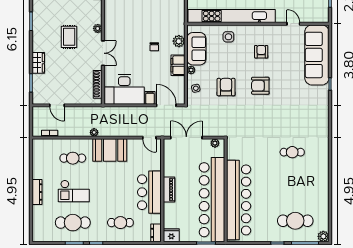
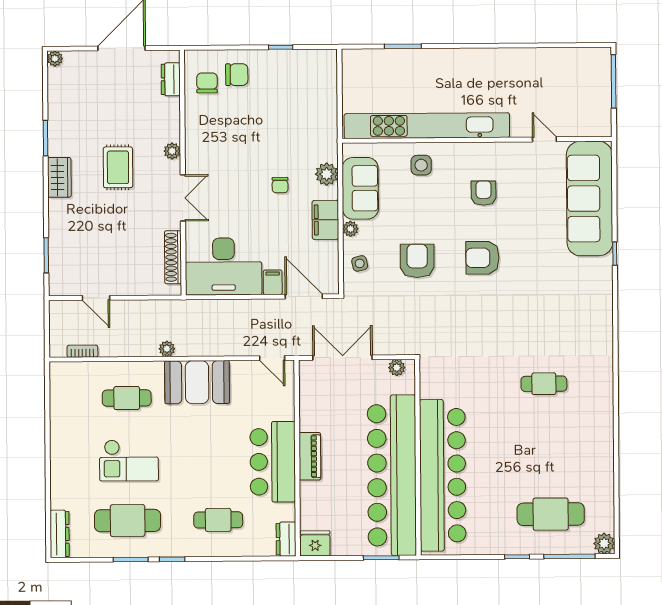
wardrobe: (38, 63) -> (59, 177), moved
dresser: (37, 192) -> (60, 534), moved

